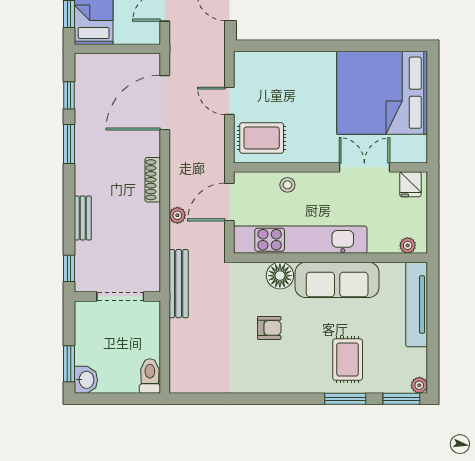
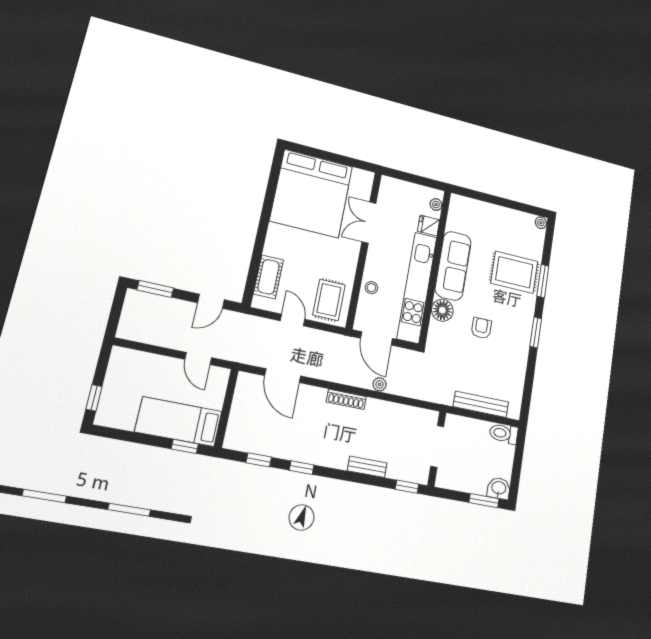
cot: (272, 64) -> (268, 277), added
door: (229, 101) -> (293, 320), swing flipped
door: (165, 103) -> (283, 376), width x0.73
window: (69, 144) -> (302, 468), width x0.67
fridge: (410, 184) -> (429, 226), moved, turned 180
bench: (179, 284) -> (481, 404), moved
tv unit: (417, 305) -> (482, 209), removed
rug: (348, 360) -> (514, 272), width x1.36, depth x1.43
window: (401, 399) -> (536, 332), moved

